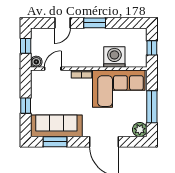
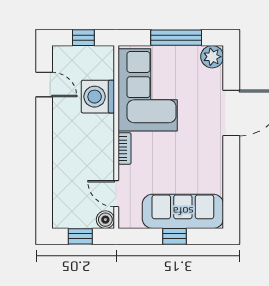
door: (63, 23) -> (44, 85), moved
window: (95, 23) -> (44, 128), removed
sofa: (56, 126) -> (183, 211), moved, turned 90
window: (55, 142) -> (231, 190), removed

